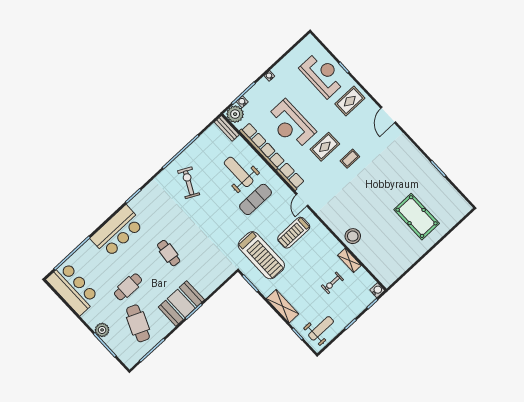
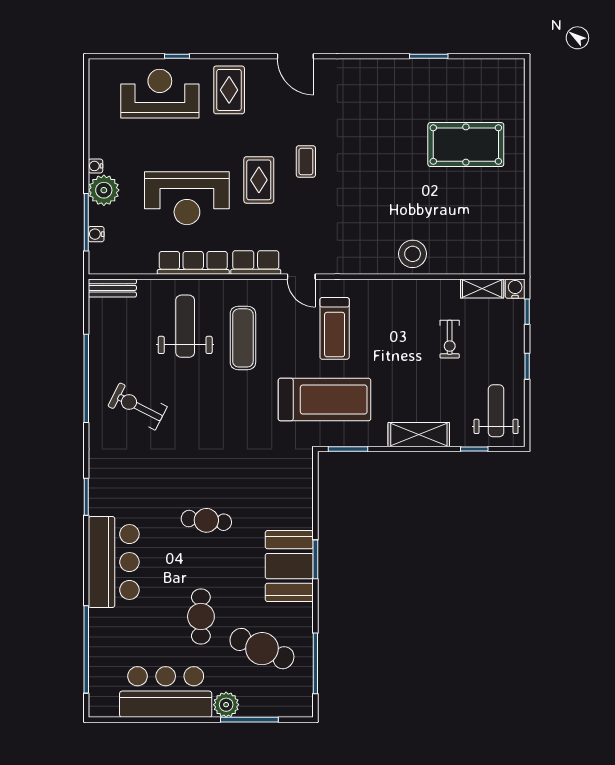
plant: (235, 114) -> (104, 190), moved
row of seats: (262, 146) -> (193, 263), width x0.73
weight bench: (239, 172) -> (185, 326), turned 90
shelving: (349, 260) -> (482, 288), moved
bar counter: (73, 288) -> (166, 692), moved

